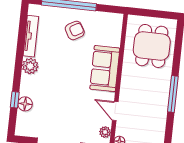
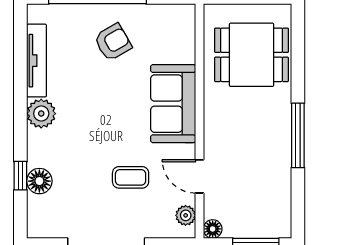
dining table: (152, 46) -> (252, 55), turned 90
coffee table: (76, 107) -> (131, 177), added

